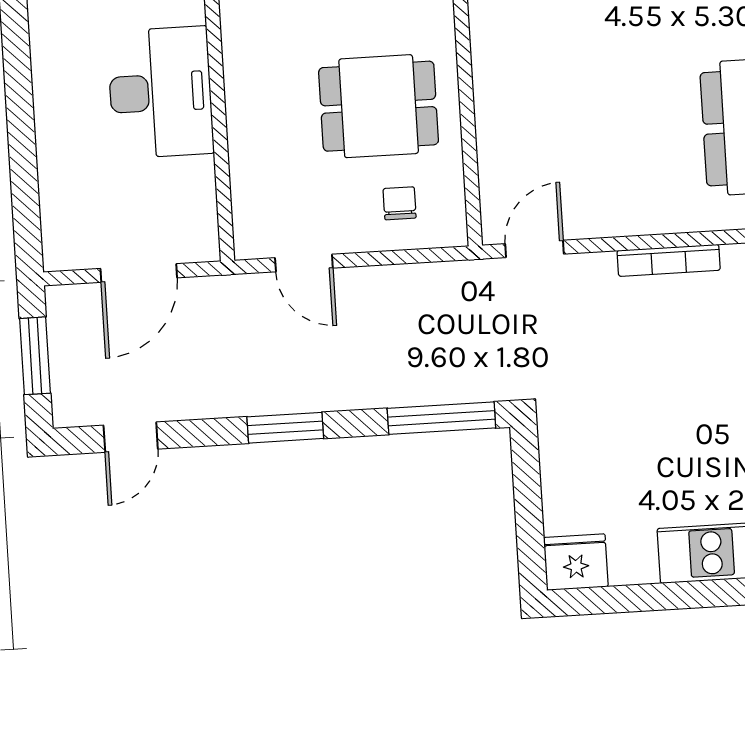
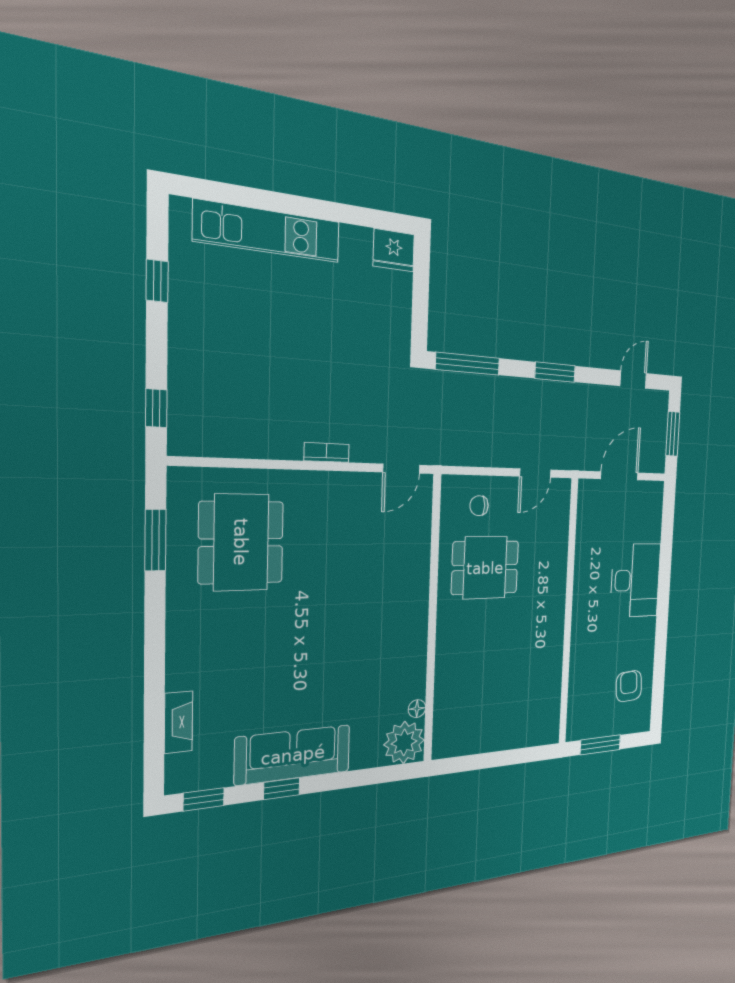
desk: (160, 92) -> (635, 580), moved, turned 180
chair: (400, 203) -> (479, 506), turned 90
bookcase: (669, 260) -> (327, 452), width x0.64
door: (304, 263) -> (535, 473), swing flipped

